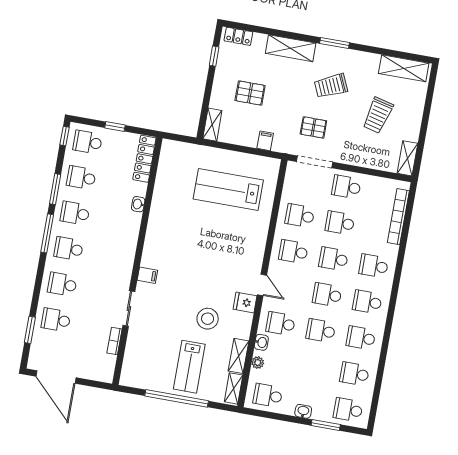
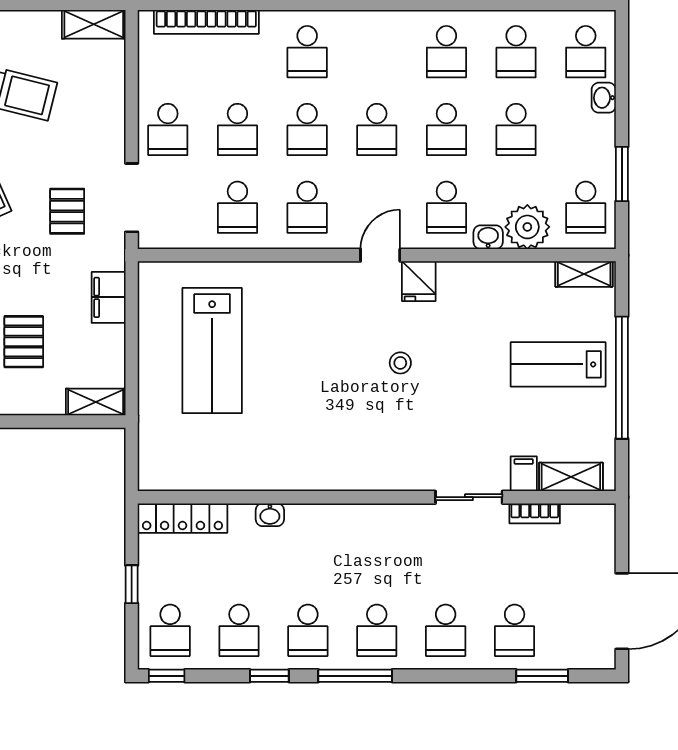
filing cabinet: (265, 141) -> (109, 297), width x2.00
window: (55, 189) -> (269, 676), width x0.67
filing cabinet: (147, 275) -> (524, 474), moved
school desk: (367, 302) -> (516, 129), moved
stool: (208, 319) -> (400, 363), moved, width x0.53, depth x0.53
shelving: (239, 356) -> (571, 477), moved
plant: (258, 363) -> (527, 227), width x1.88, depth x1.88
lab bench: (189, 367) -> (558, 364), turned 180
washbasin: (303, 411) -> (604, 98), moved
window: (326, 425) -> (622, 174), moved

